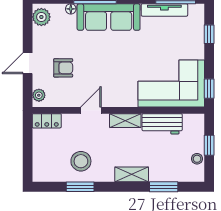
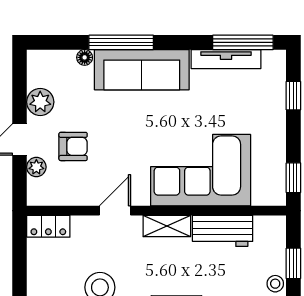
plant: (41, 17) -> (40, 102), moved
corner sofa: (171, 84) -> (201, 170), moved
plant: (39, 95) -> (36, 167), moved

